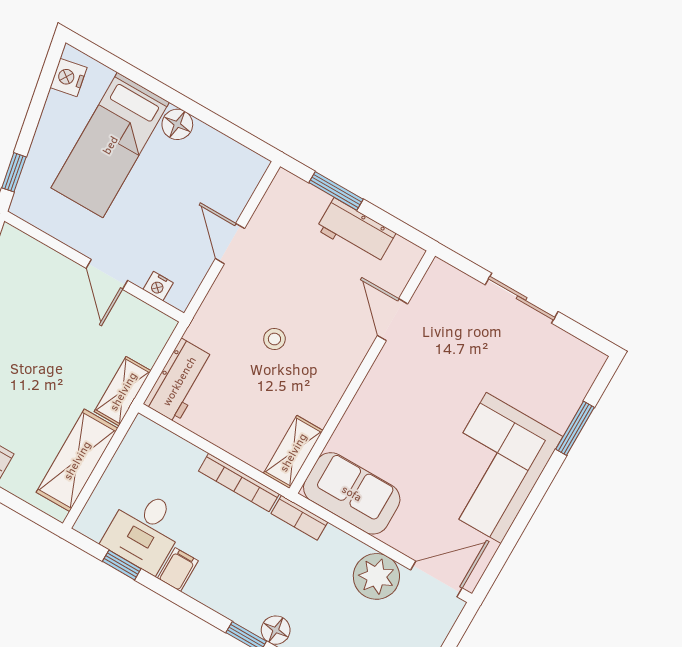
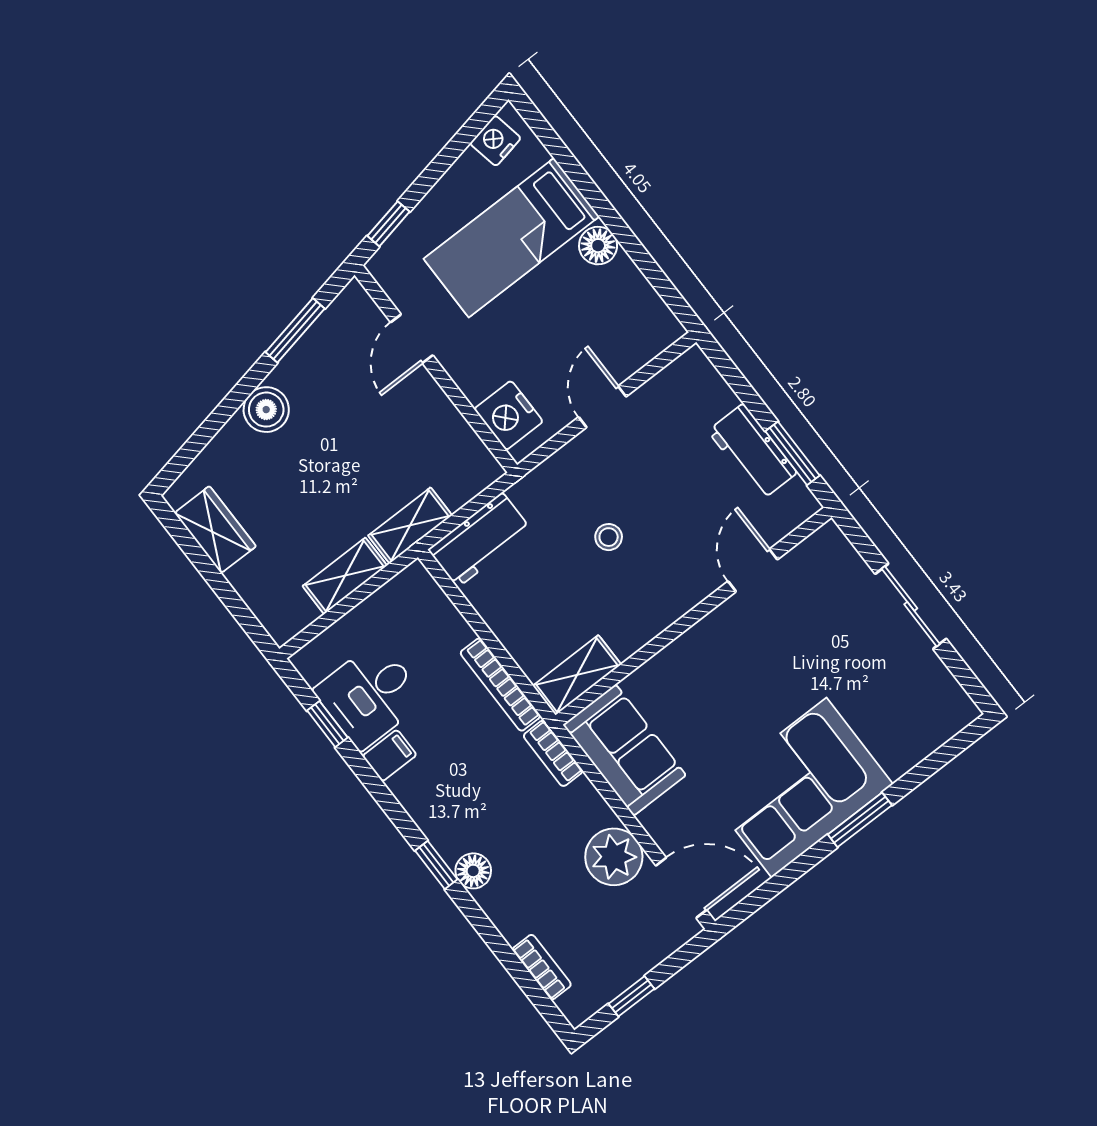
window: (336, 191) -> (793, 453), moved
door: (107, 274) -> (412, 339), moved
nightstand: (158, 286) -> (508, 415), width x1.89, depth x1.79
window: (575, 428) -> (860, 820), moved
shelving: (77, 460) -> (345, 576), width x0.67, depth x0.75

